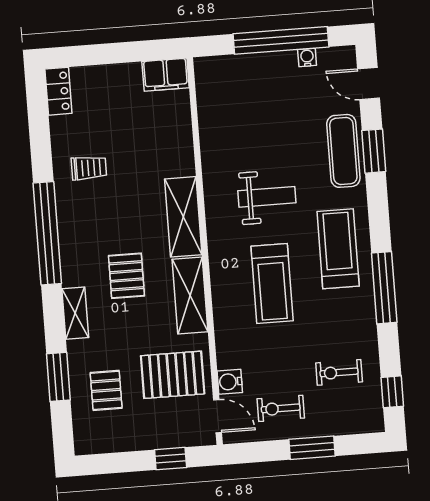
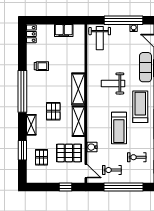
filing cabinet: (166, 75) -> (64, 31), moved
weight bench: (226, 89) -> (100, 38), added
weight bench: (267, 197) -> (113, 83), turned 180
treadmill: (272, 284) -> (119, 128), moved
water cooler: (230, 382) -> (92, 147), moved
window: (312, 448) -> (123, 187), width x2.11

